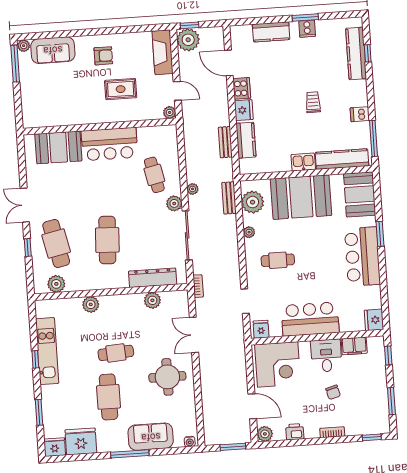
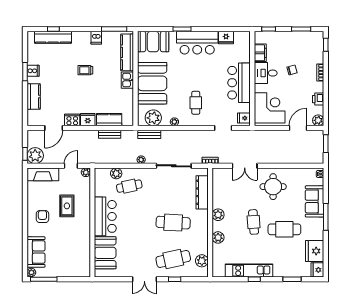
plant: (174, 203) -> (116, 173), moved
plant: (152, 300) -> (218, 215), moved
fridge: (374, 320) -> (226, 38), moved

